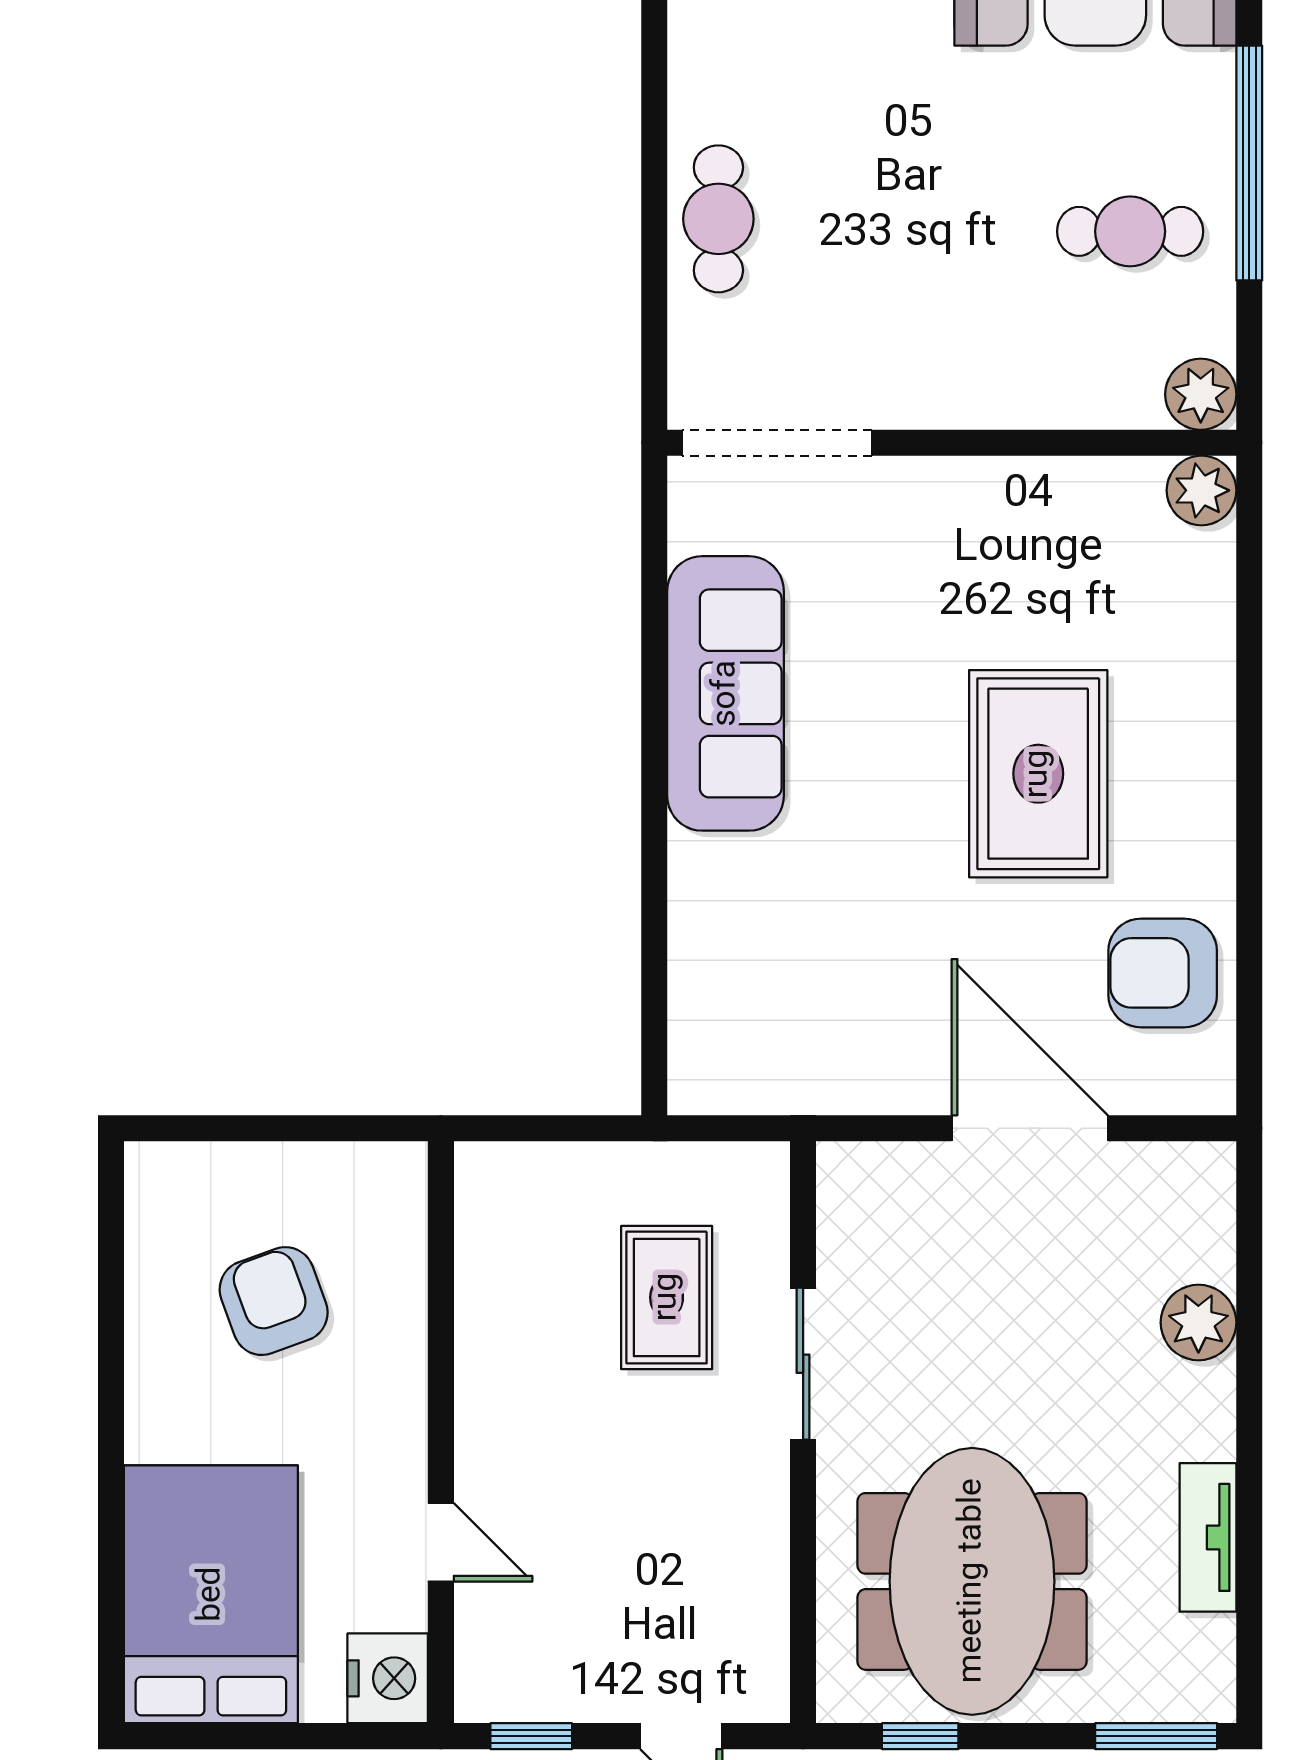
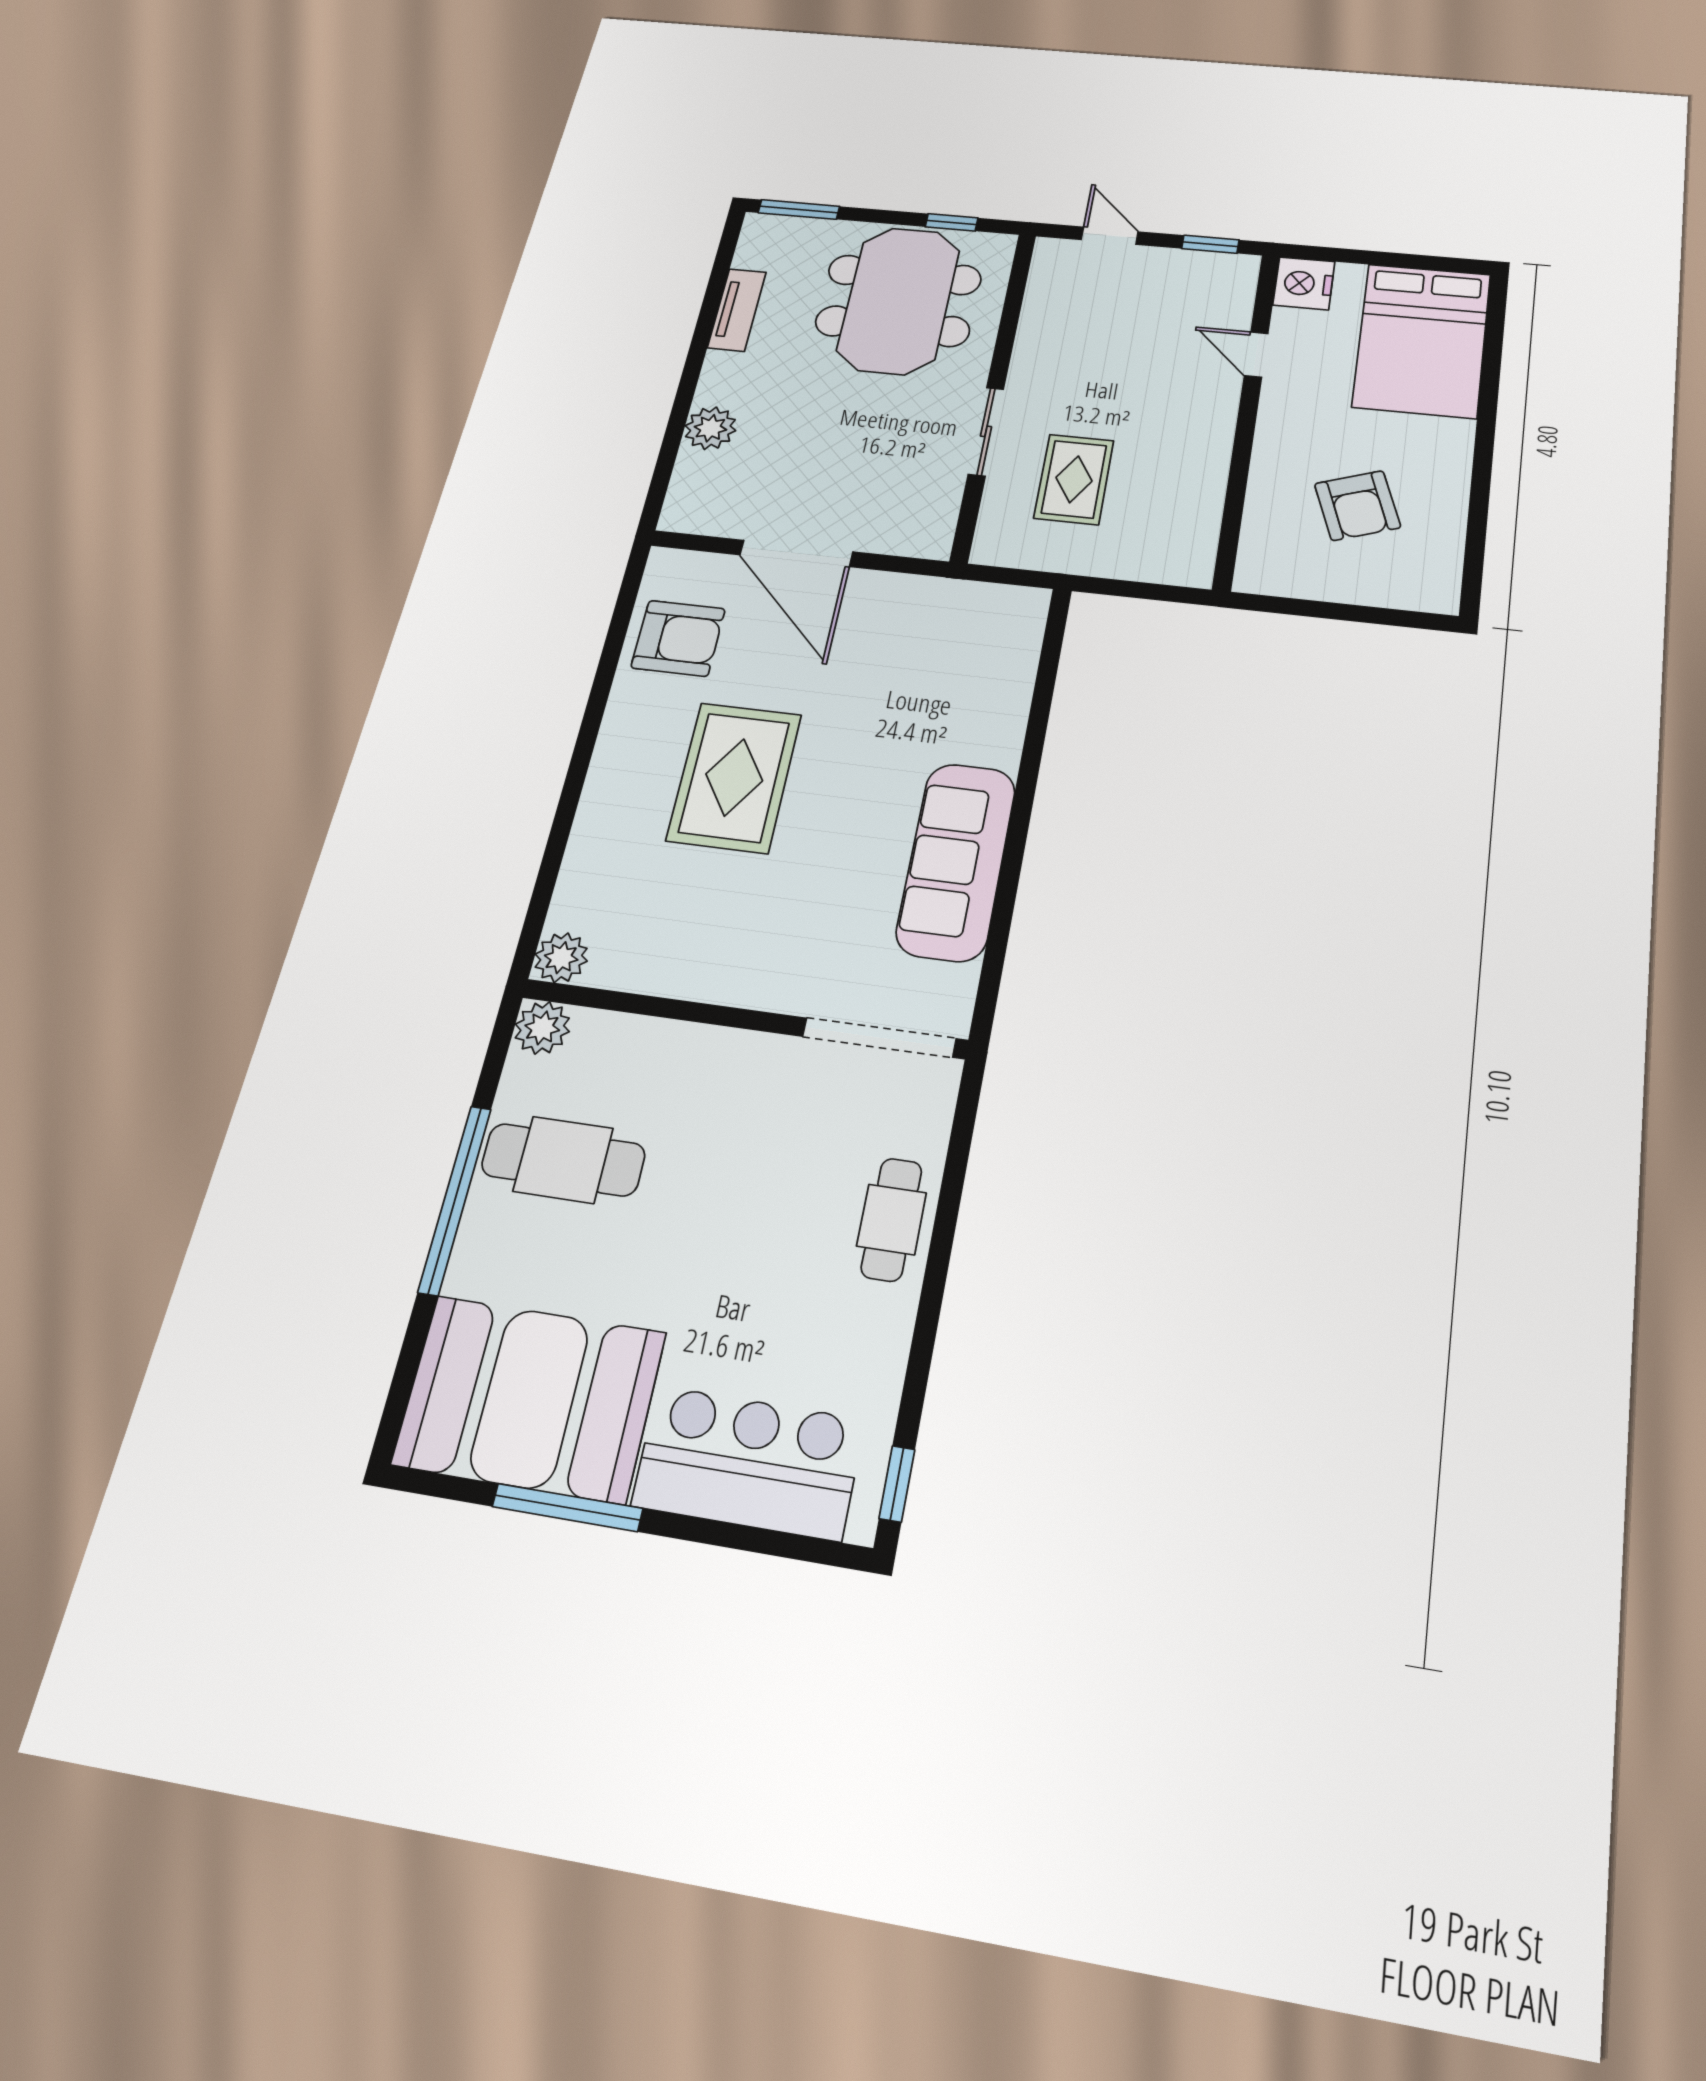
cafe table: (1130, 231) -> (563, 1160), width x1.37, depth x1.35

